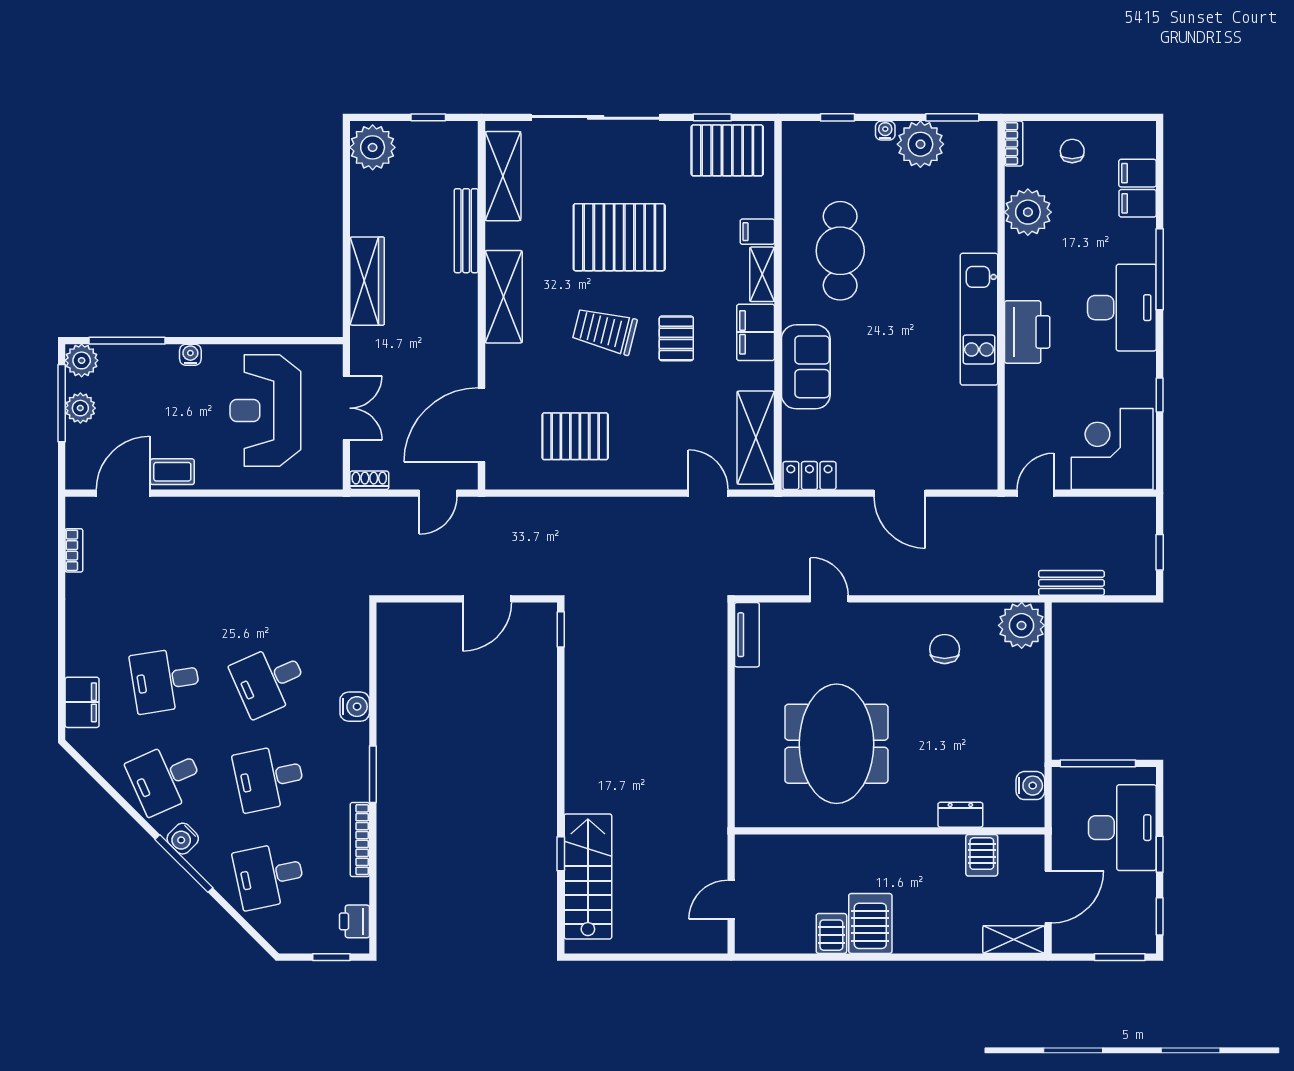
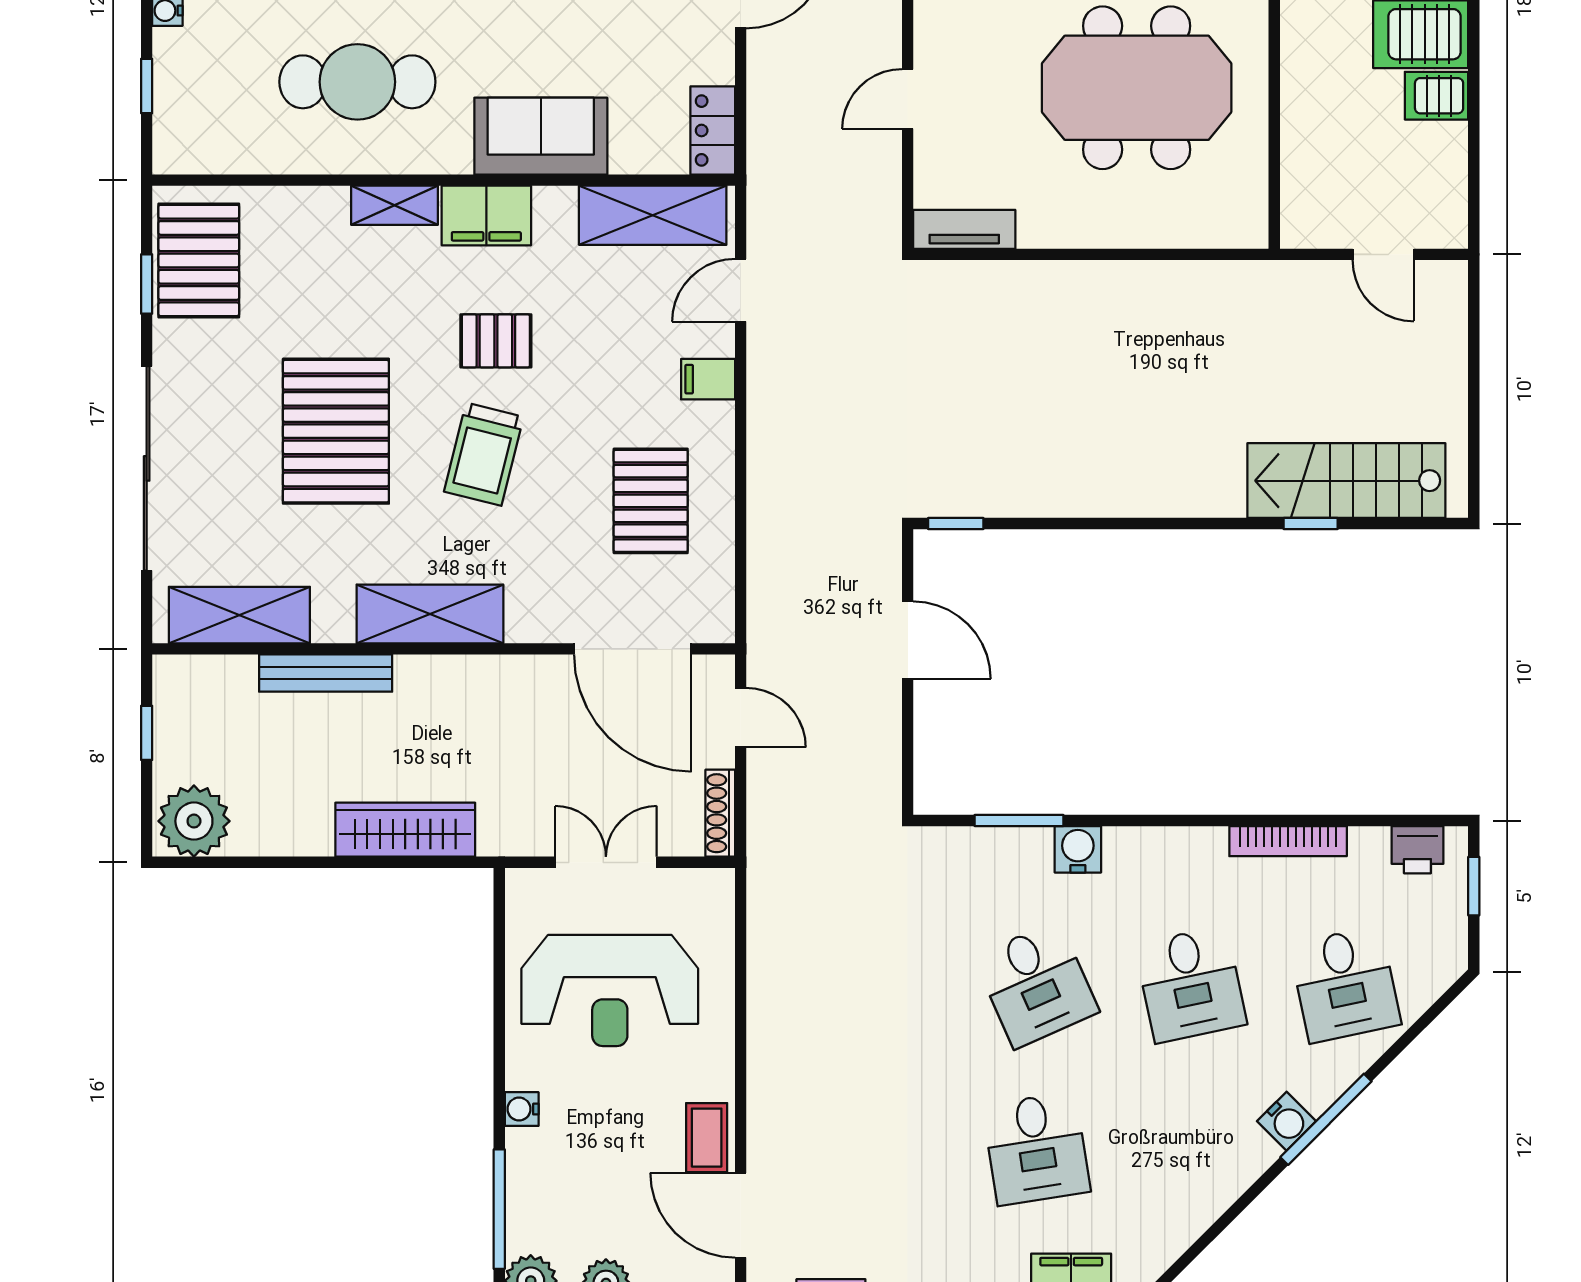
filing cabinet: (757, 232) -> (708, 379), moved, turned 90
shoe rack: (369, 480) -> (720, 813), width x1.43
window: (373, 774) -> (1019, 821), moved
desk: (165, 778) -> (1191, 1149), removed

